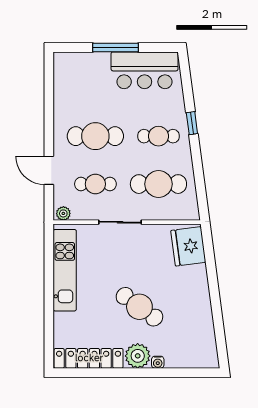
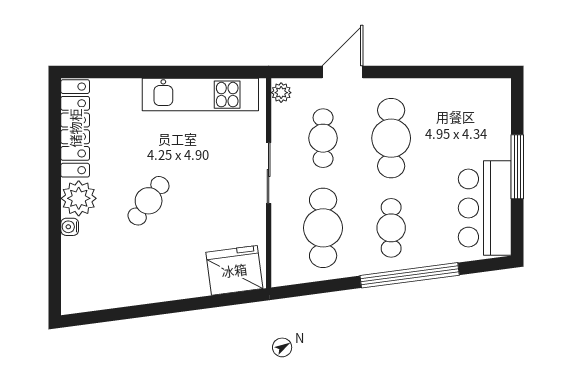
window: (192, 123) -> (410, 275), width x3.17
cafe table: (139, 307) -> (149, 201), width x0.73, depth x0.74

